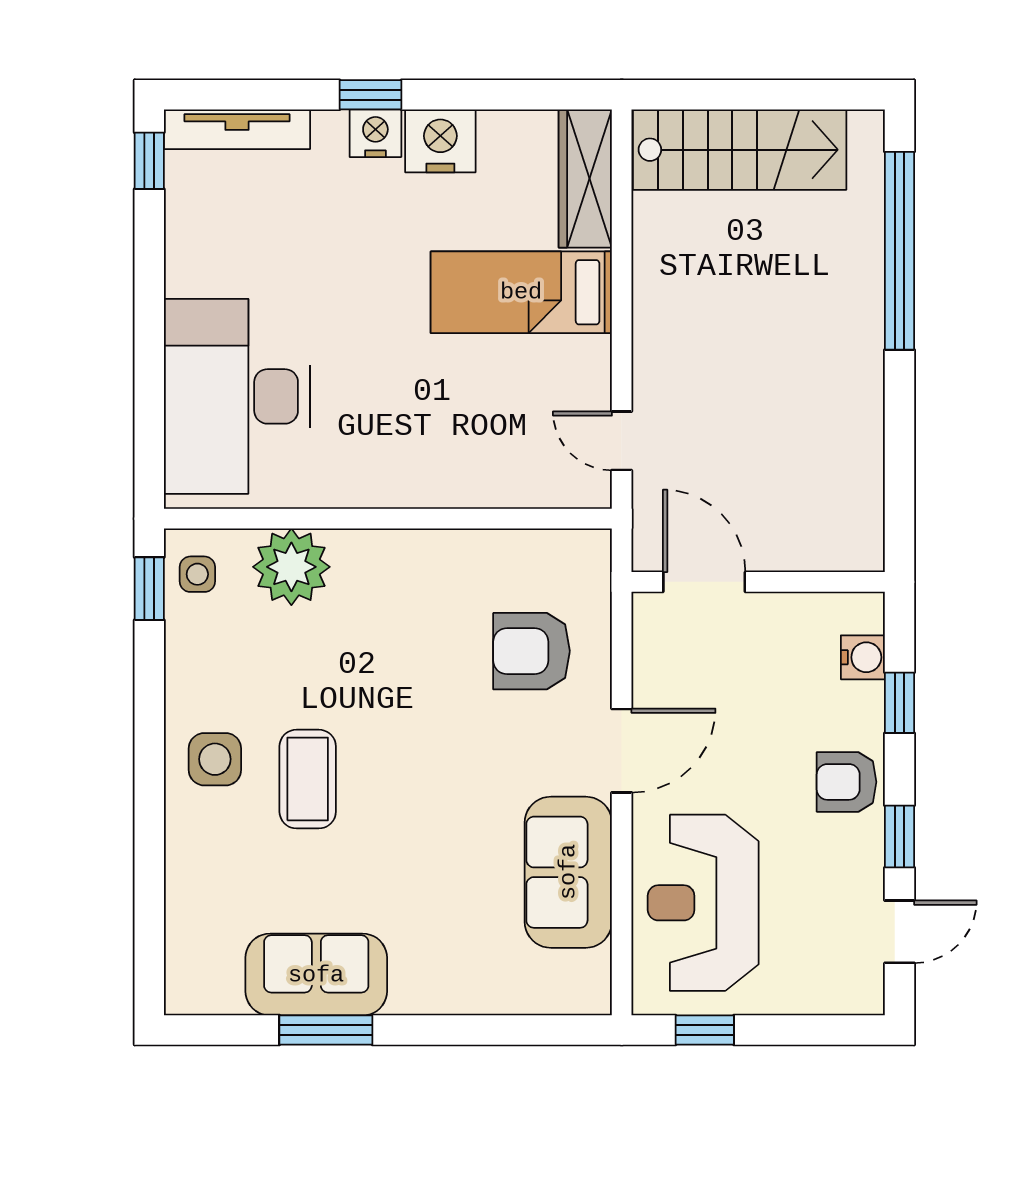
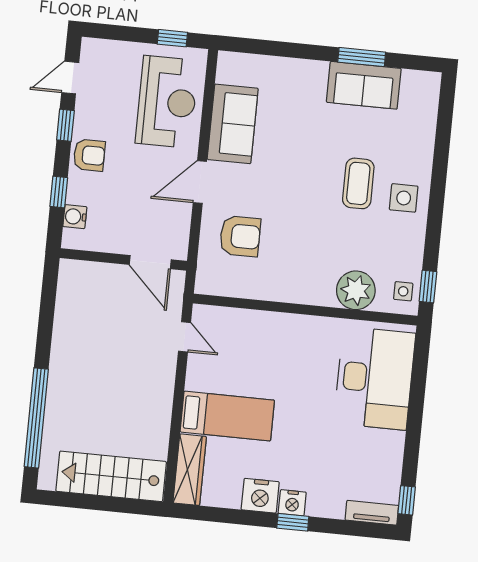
tv unit: (237, 129) -> (372, 513), width x0.71

